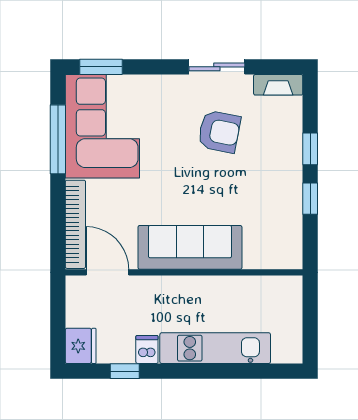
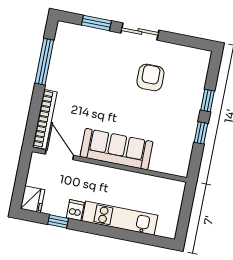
window: (101, 67) -> (96, 23), moved
sliding door: (217, 67) -> (140, 32), moved
fireplace: (278, 85) -> (195, 55), removed
corner sofa: (102, 126) -> (75, 59), removed
armchair: (219, 132) -> (150, 77), turned -101

